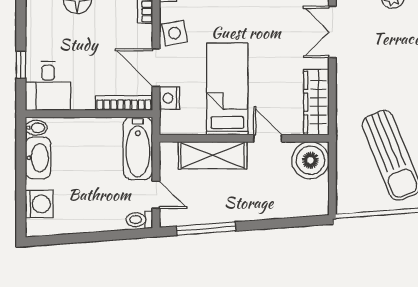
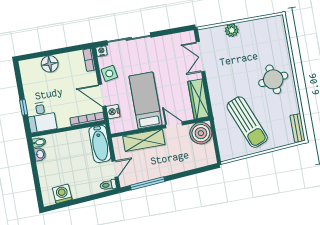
washbasin: (38, 158) -> (40, 154), width x0.52, depth x0.69
door: (156, 195) -> (115, 169), hinge flipped
washing machine: (39, 204) -> (62, 194), moved, turned -94

